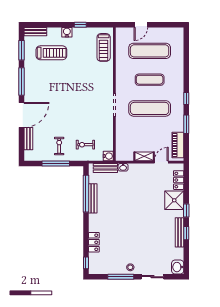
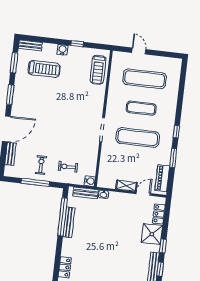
door: (141, 25) -> (139, 51), swing flipped
window: (22, 81) -> (10, 95), width x0.69

